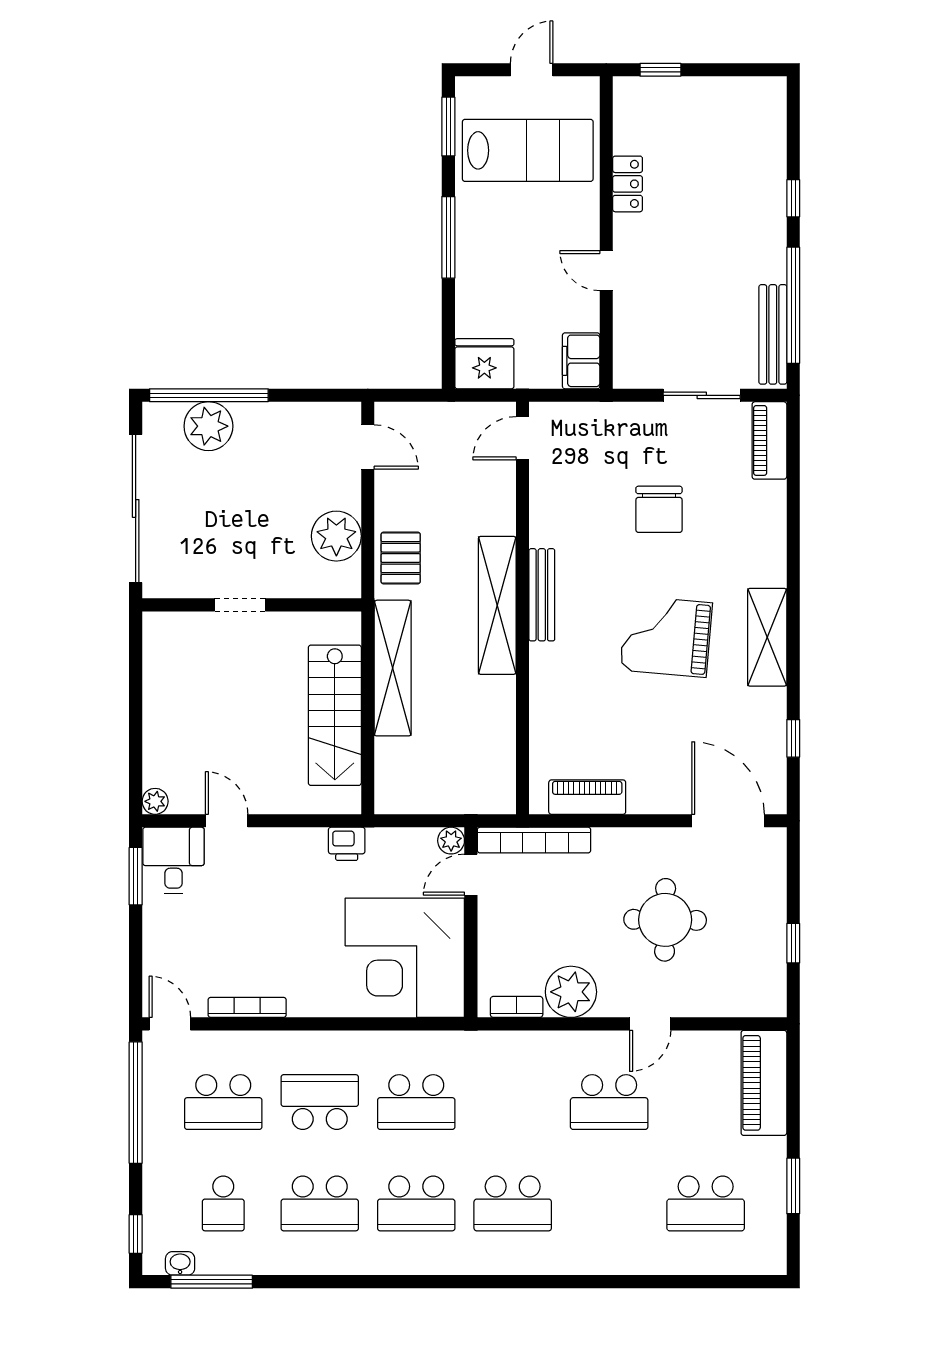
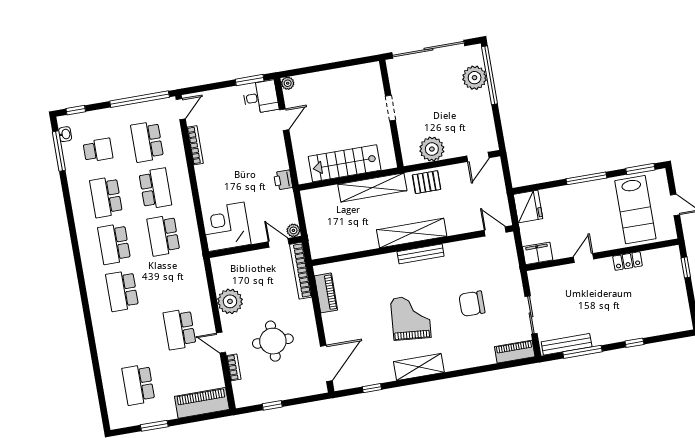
window: (793, 305) -> (582, 352), width x0.68
corner desk: (405, 958) -> (226, 227), width x0.74, depth x0.74
bookcase: (517, 1007) -> (234, 367), moved
school desk: (223, 1203) -> (98, 150), turned 180

